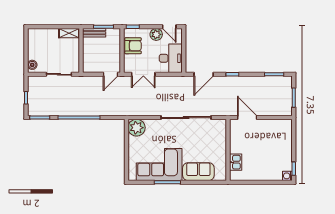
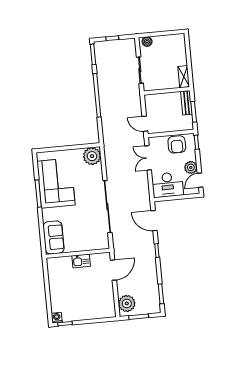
plant: (280, 108) -> (127, 303), added
kitchen sink: (236, 162) -> (81, 261), moved
sofa: (198, 172) -> (54, 237), moved

